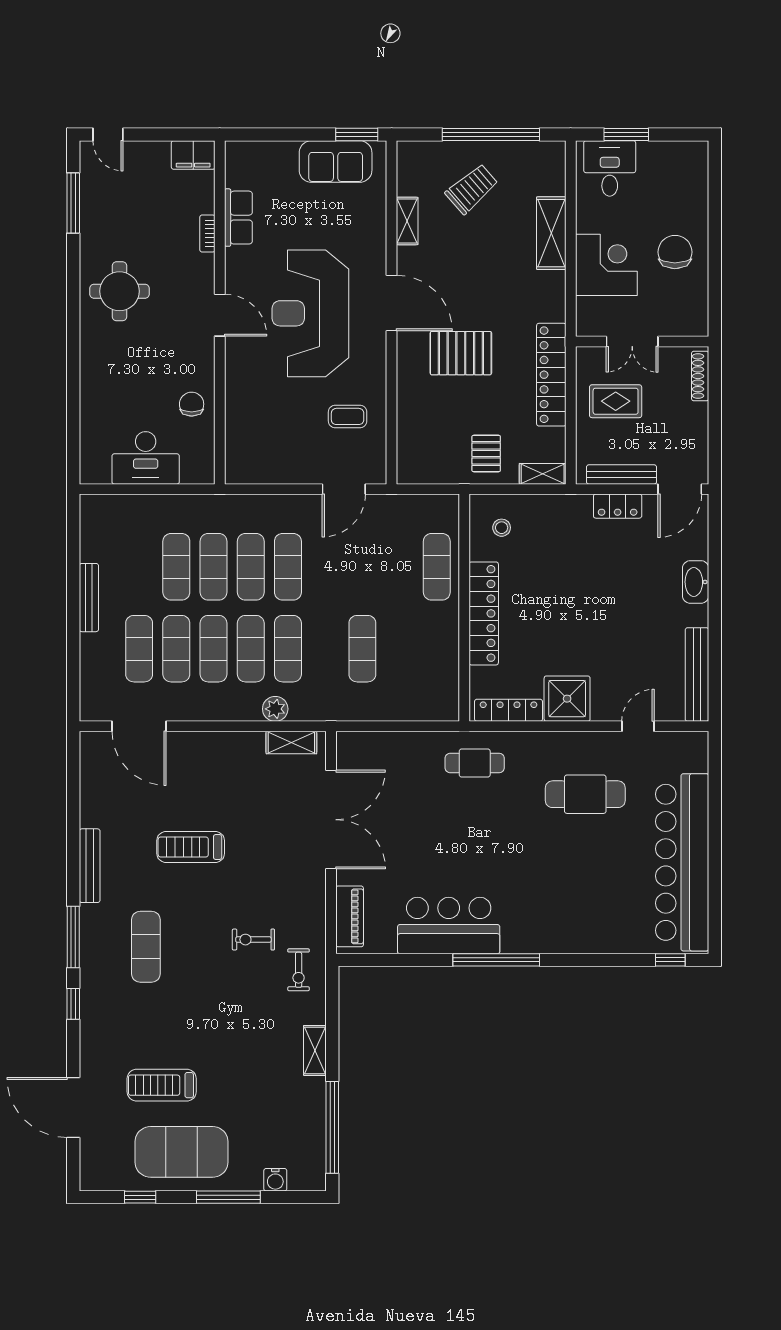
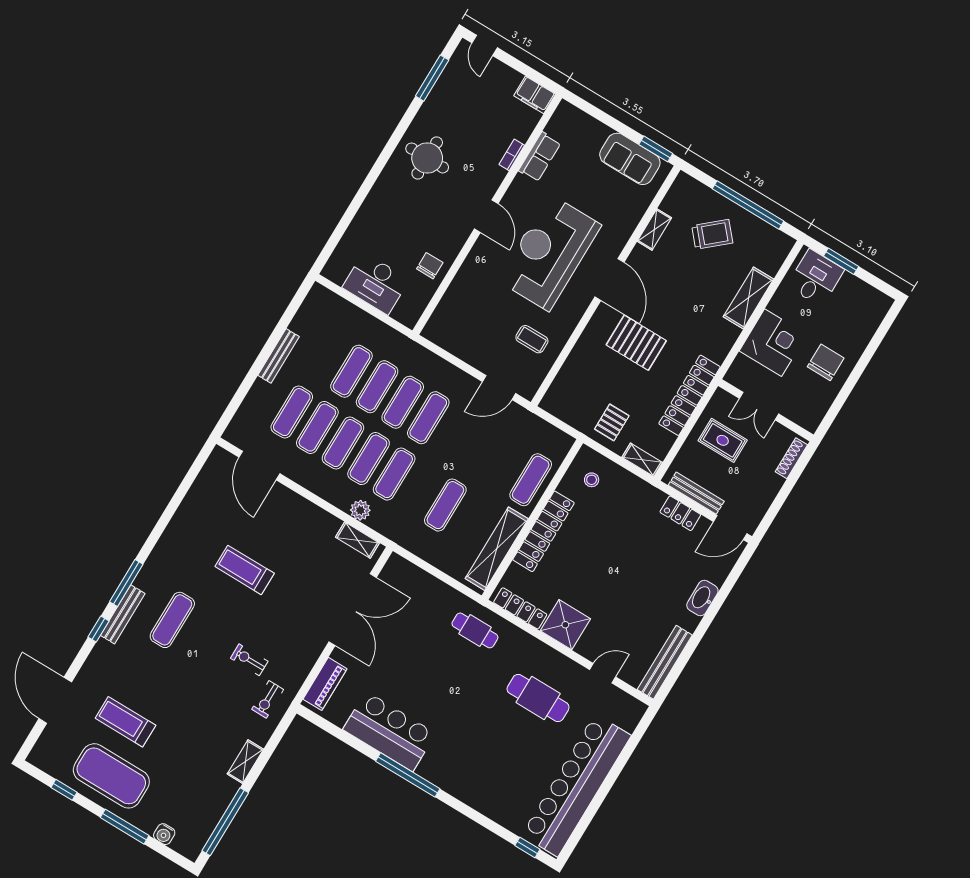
shelving: (445, 662) -> (497, 549), added
bench: (90, 866) -> (123, 614), moved

